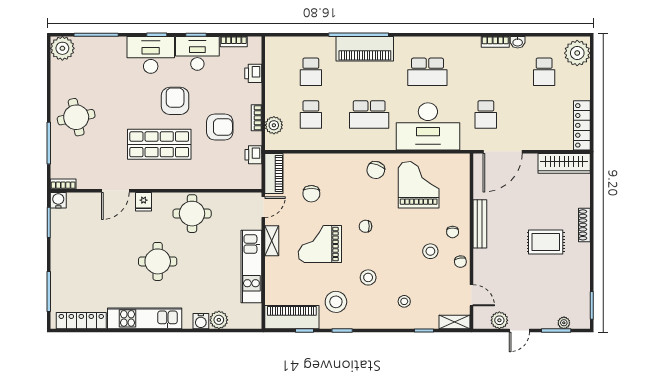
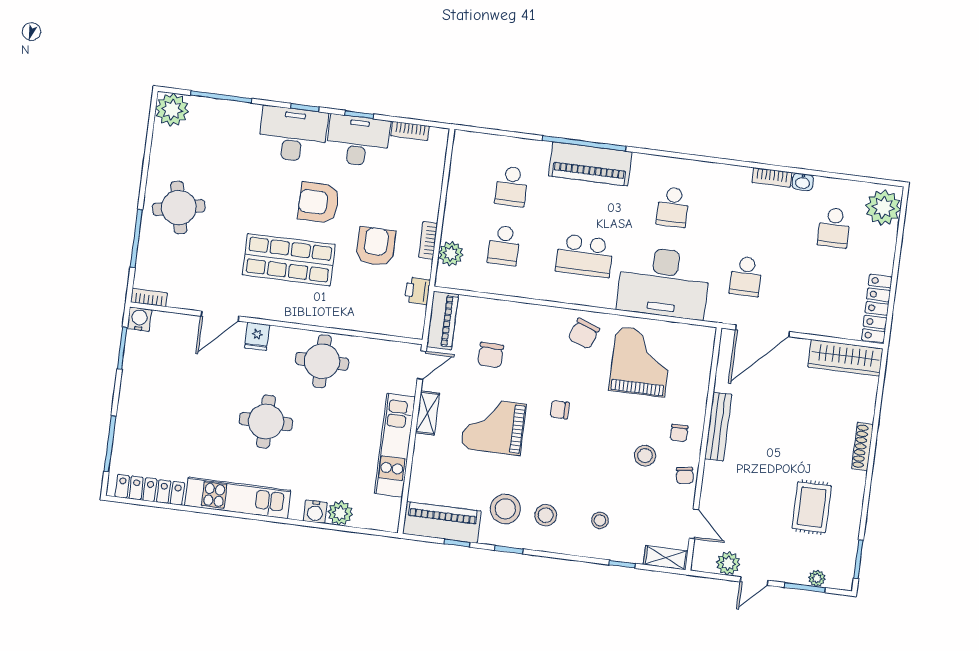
school desk: (427, 72) -> (673, 207), width x0.54
printer: (253, 73) -> (432, 178), removed
armchair: (175, 101) -> (318, 202), turned -90
armchair: (220, 127) -> (376, 246), turned -90
rug: (546, 242) -> (812, 507), moved, turned 90
stool: (368, 277) -> (546, 515), moved

